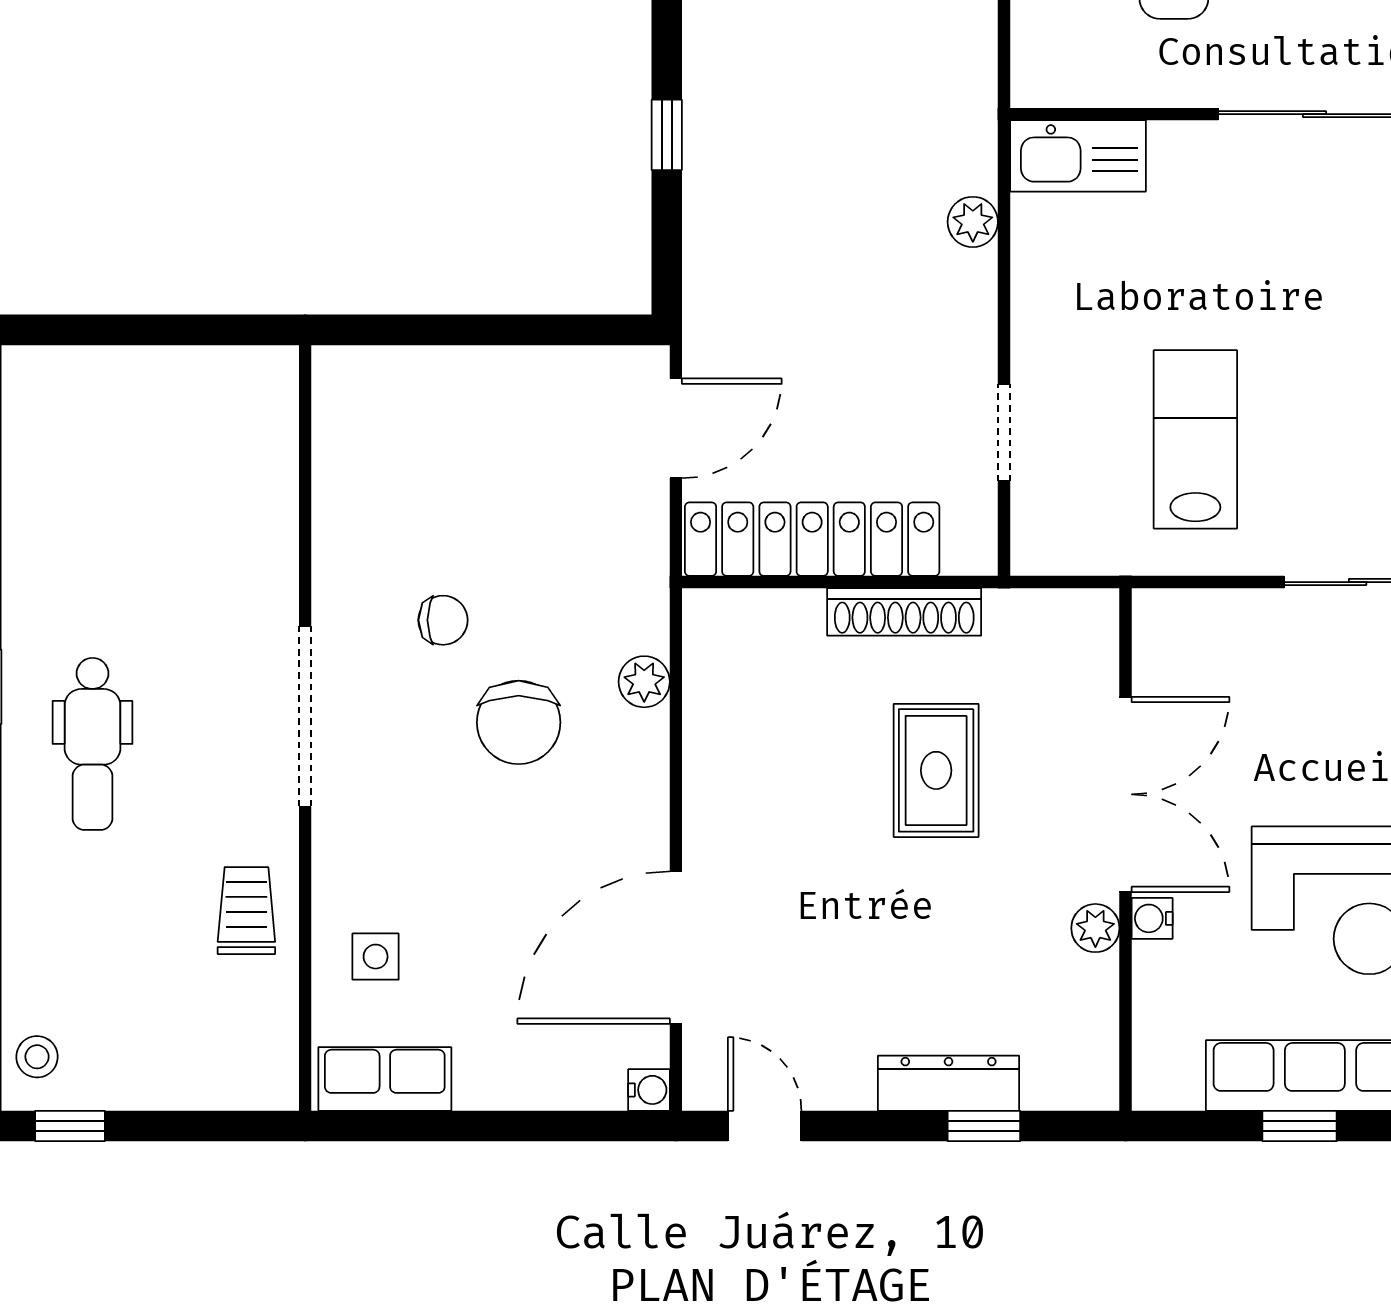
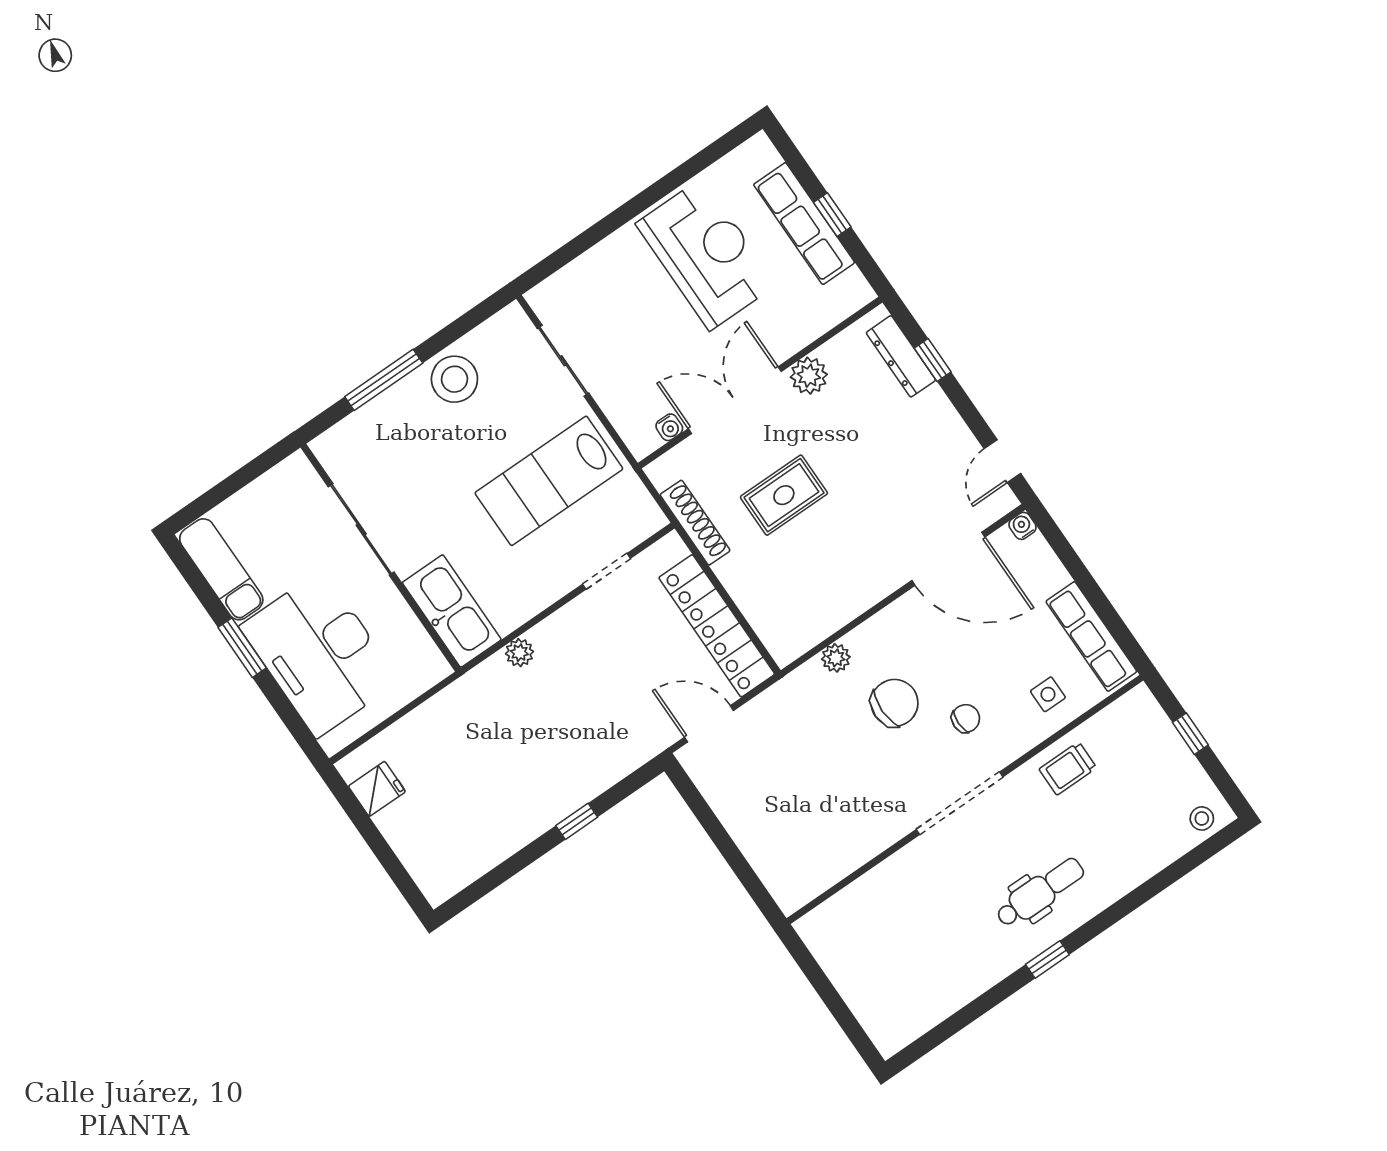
kitchen sink: (1078, 156) -> (452, 611), width x1.36, depth x1.24
lab bench: (1195, 439) -> (549, 481), width x1.36, depth x1.39
shoe rack: (904, 612) -> (695, 523), moved
chair: (443, 620) -> (966, 718), moved, turned 90
water cooler: (1152, 918) -> (669, 427), moved
plant: (1095, 928) -> (809, 376), width x1.38, depth x1.38
row of seats: (385, 1079) -> (1091, 636), width x1.48
dresser: (949, 1083) -> (901, 356), moved
window: (70, 1126) -> (1190, 734), moved

